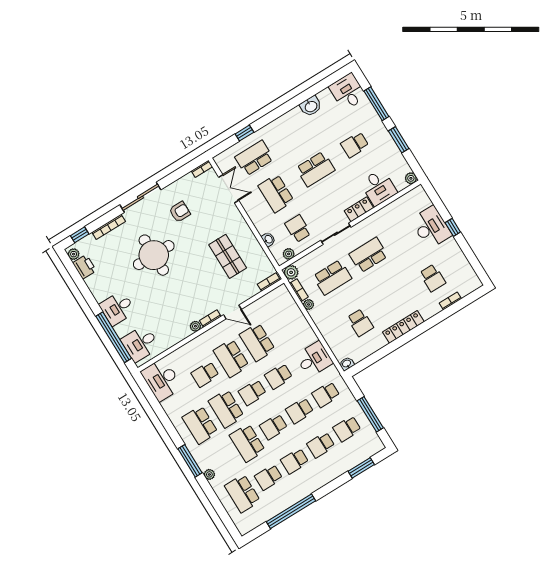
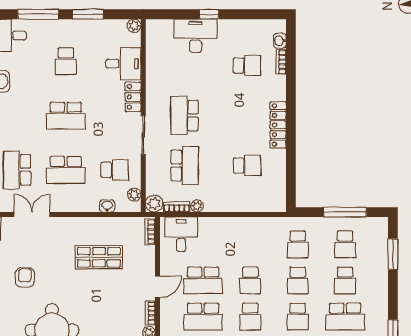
school desk: (315, 169) -> (66, 116), turned 90
school desk: (298, 229) -> (115, 170), turned 180
desk: (314, 359) -> (181, 234), moved
washbasin: (347, 364) -> (280, 41), moved
school desk: (295, 461) -> (345, 317), width x1.85

